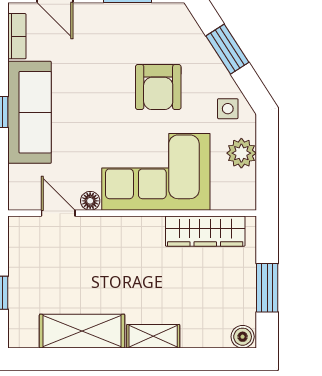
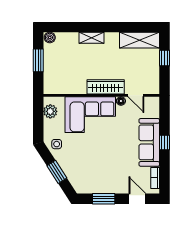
armchair: (158, 87) -> (89, 154), removed
plant: (241, 153) -> (50, 111), moved
wardrobe: (205, 231) -> (106, 87), moved
shelving: (82, 331) -> (140, 40), moved

